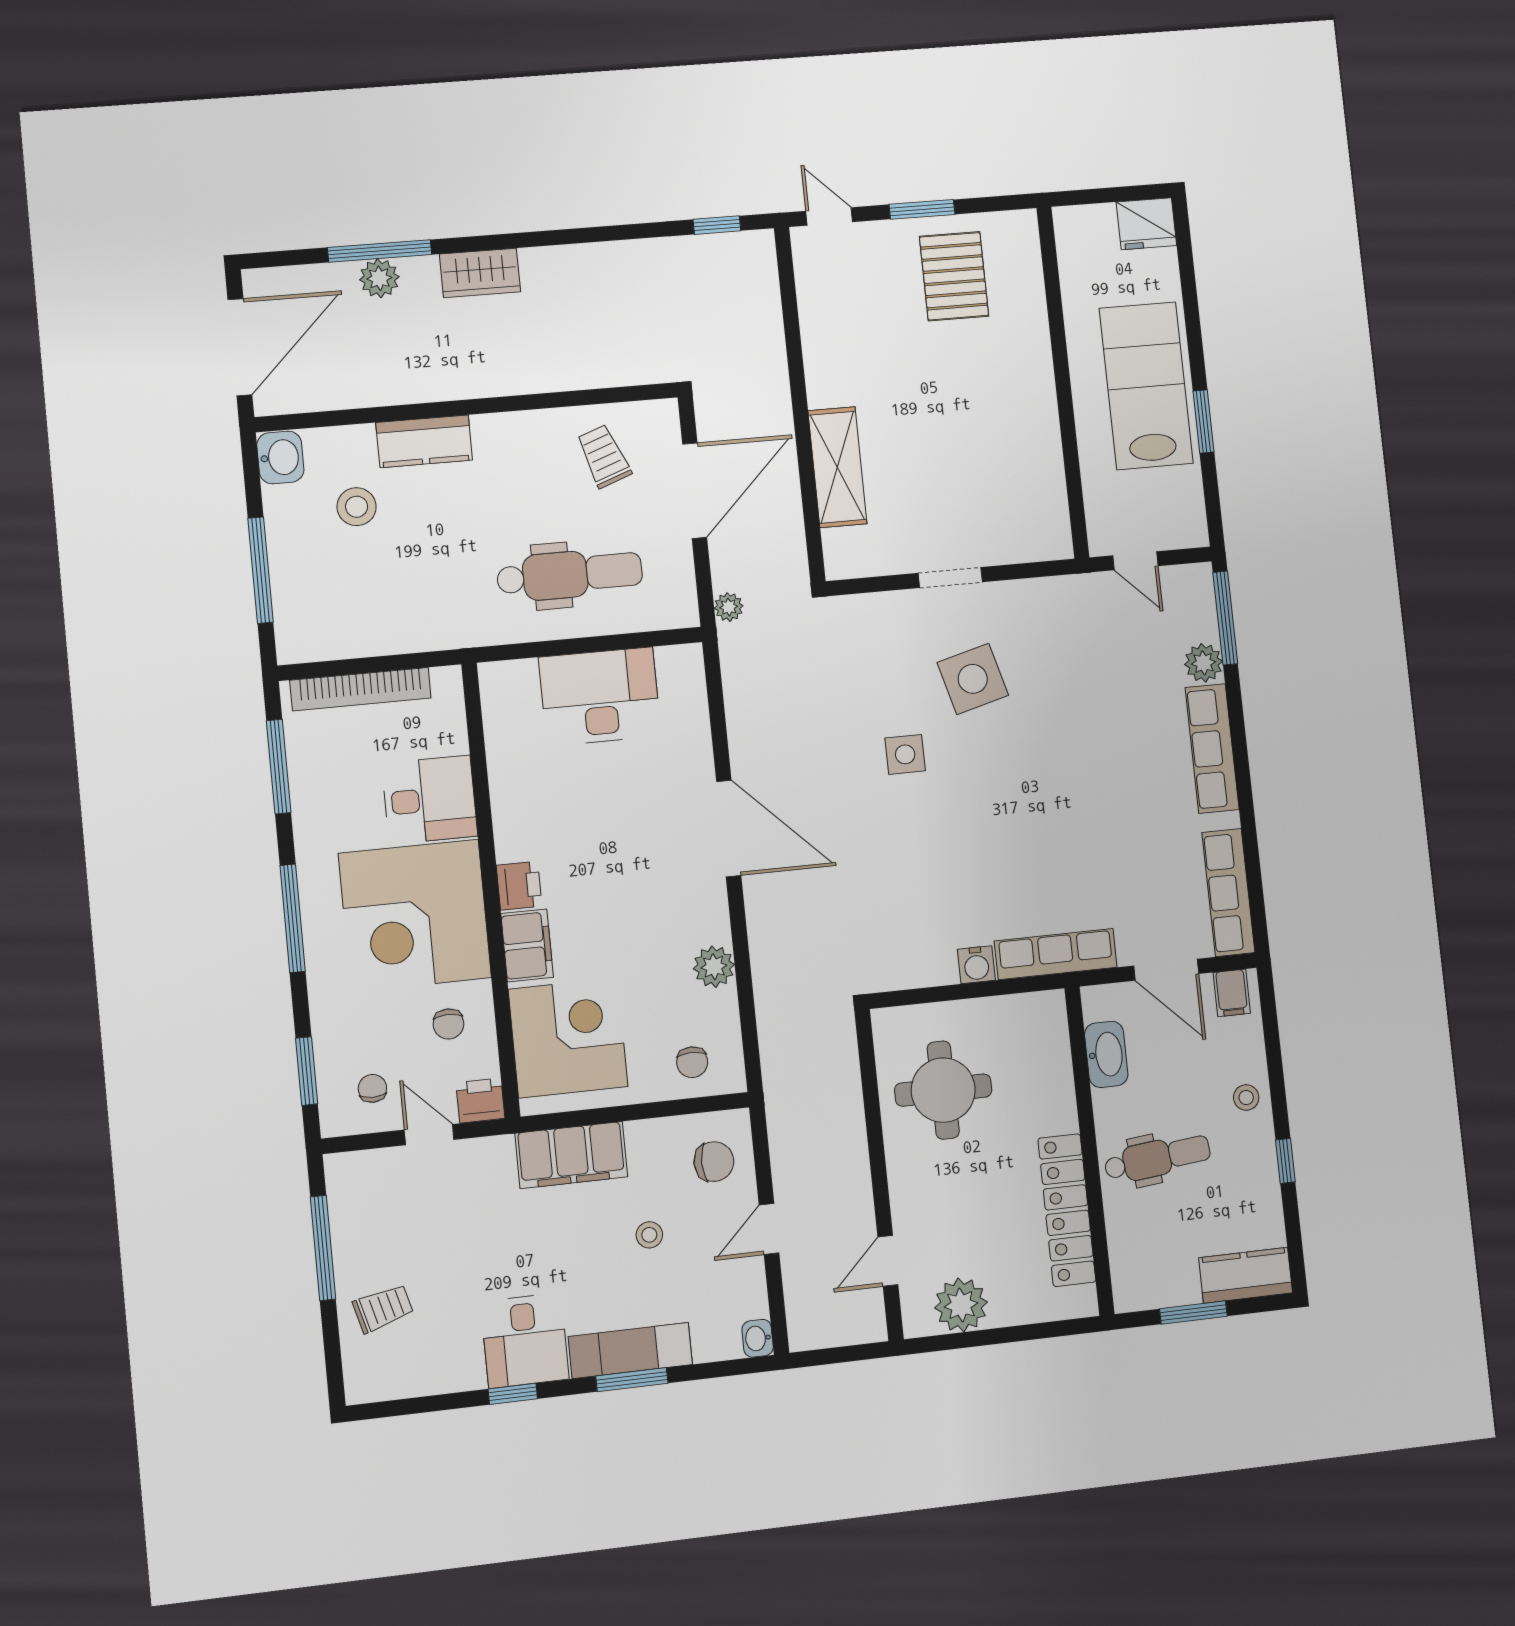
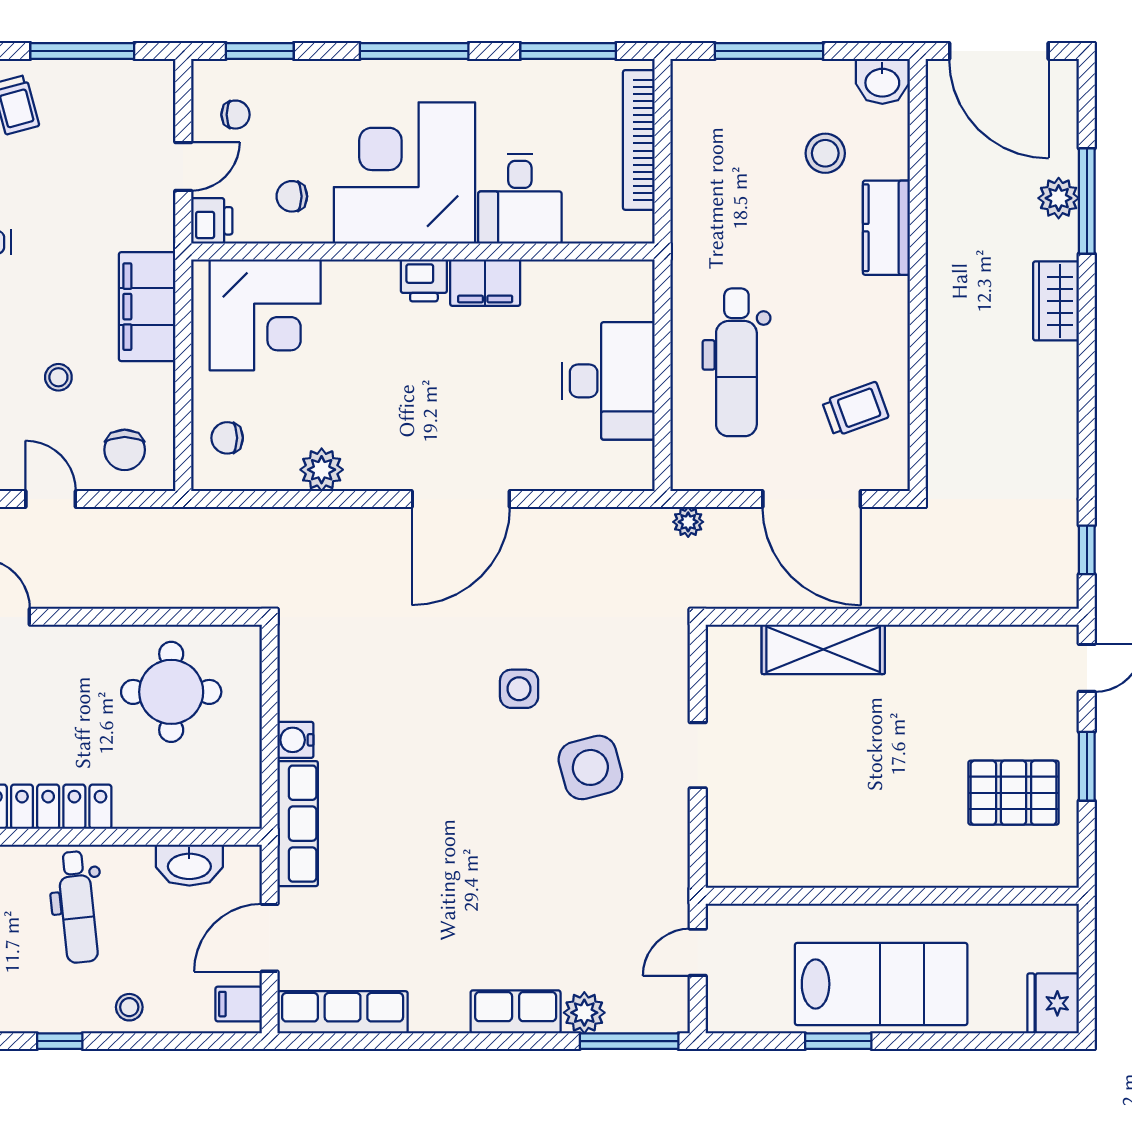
row of seats: (1212, 748) -> (516, 1012), width x0.68
filing cabinet: (527, 945) -> (485, 283), moved

